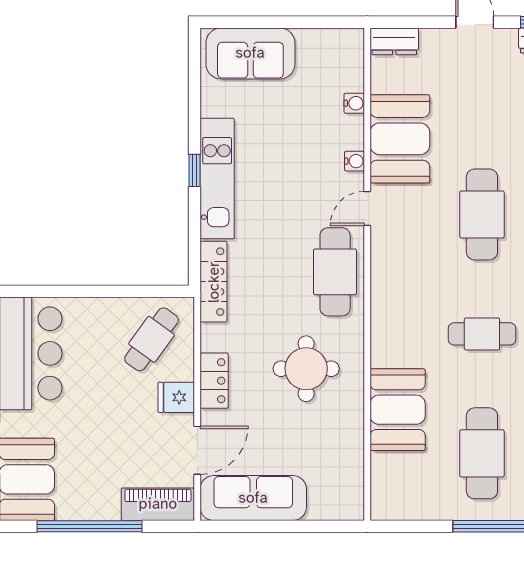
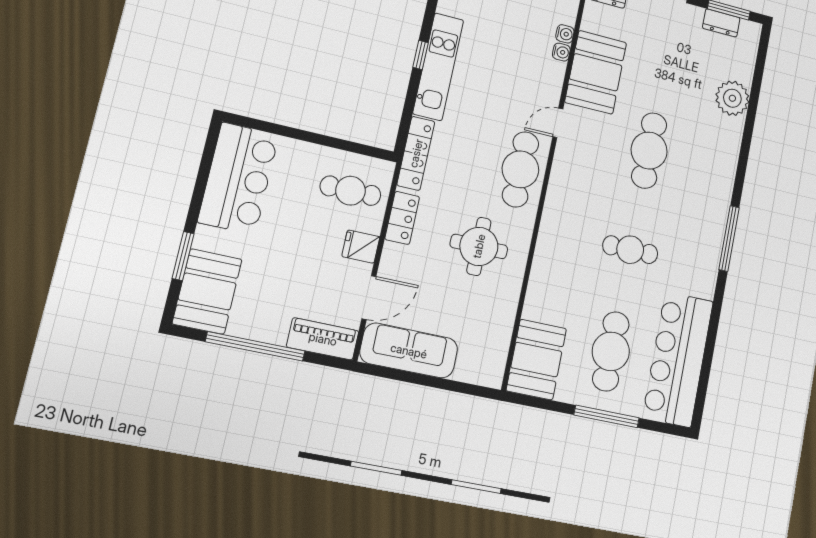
water cooler: (355, 161) -> (561, 52), moved
cafe table: (152, 339) -> (350, 191), turned 54
locker: (214, 381) -> (402, 218), moved
booth: (398, 410) -> (536, 360), moved

